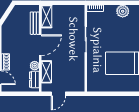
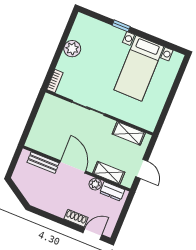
shelving: (47, 16) -> (129, 133), moved

